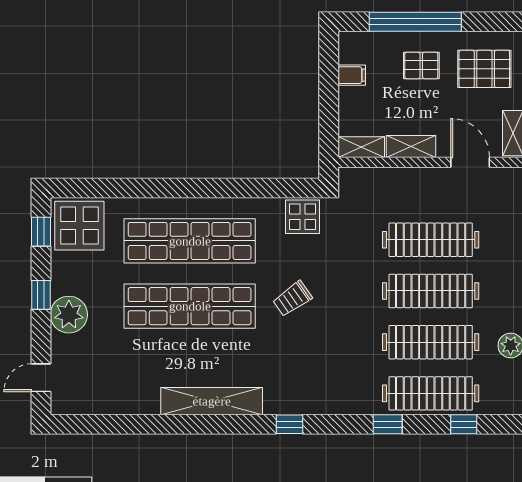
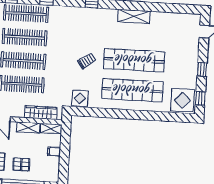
filing cabinet: (352, 75) -> (54, 152), moved
wardrobe: (385, 180) -> (41, 113), added
plant: (69, 315) -> (190, 60), removed
shelving: (212, 401) -> (134, 16), width x0.68

